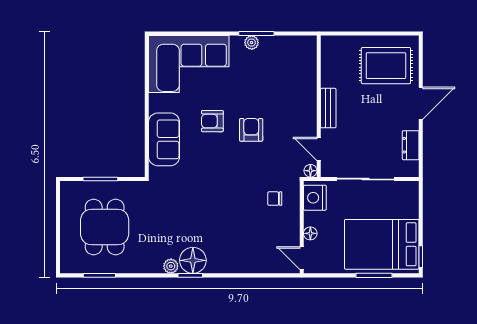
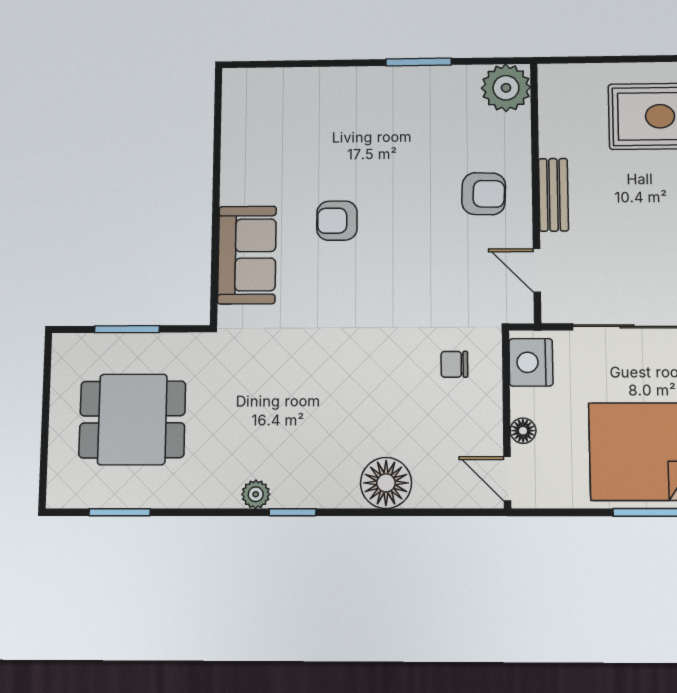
plant: (252, 43) -> (506, 88), moved, width x1.88, depth x1.88
corner sofa: (189, 64) -> (294, 118), removed
armchair: (251, 130) -> (484, 194), moved, turned 92
floor lamp: (310, 171) -> (522, 311), removed
dining table: (105, 227) -> (132, 419), turned 90
floor lamp: (193, 260) -> (386, 483), moved

